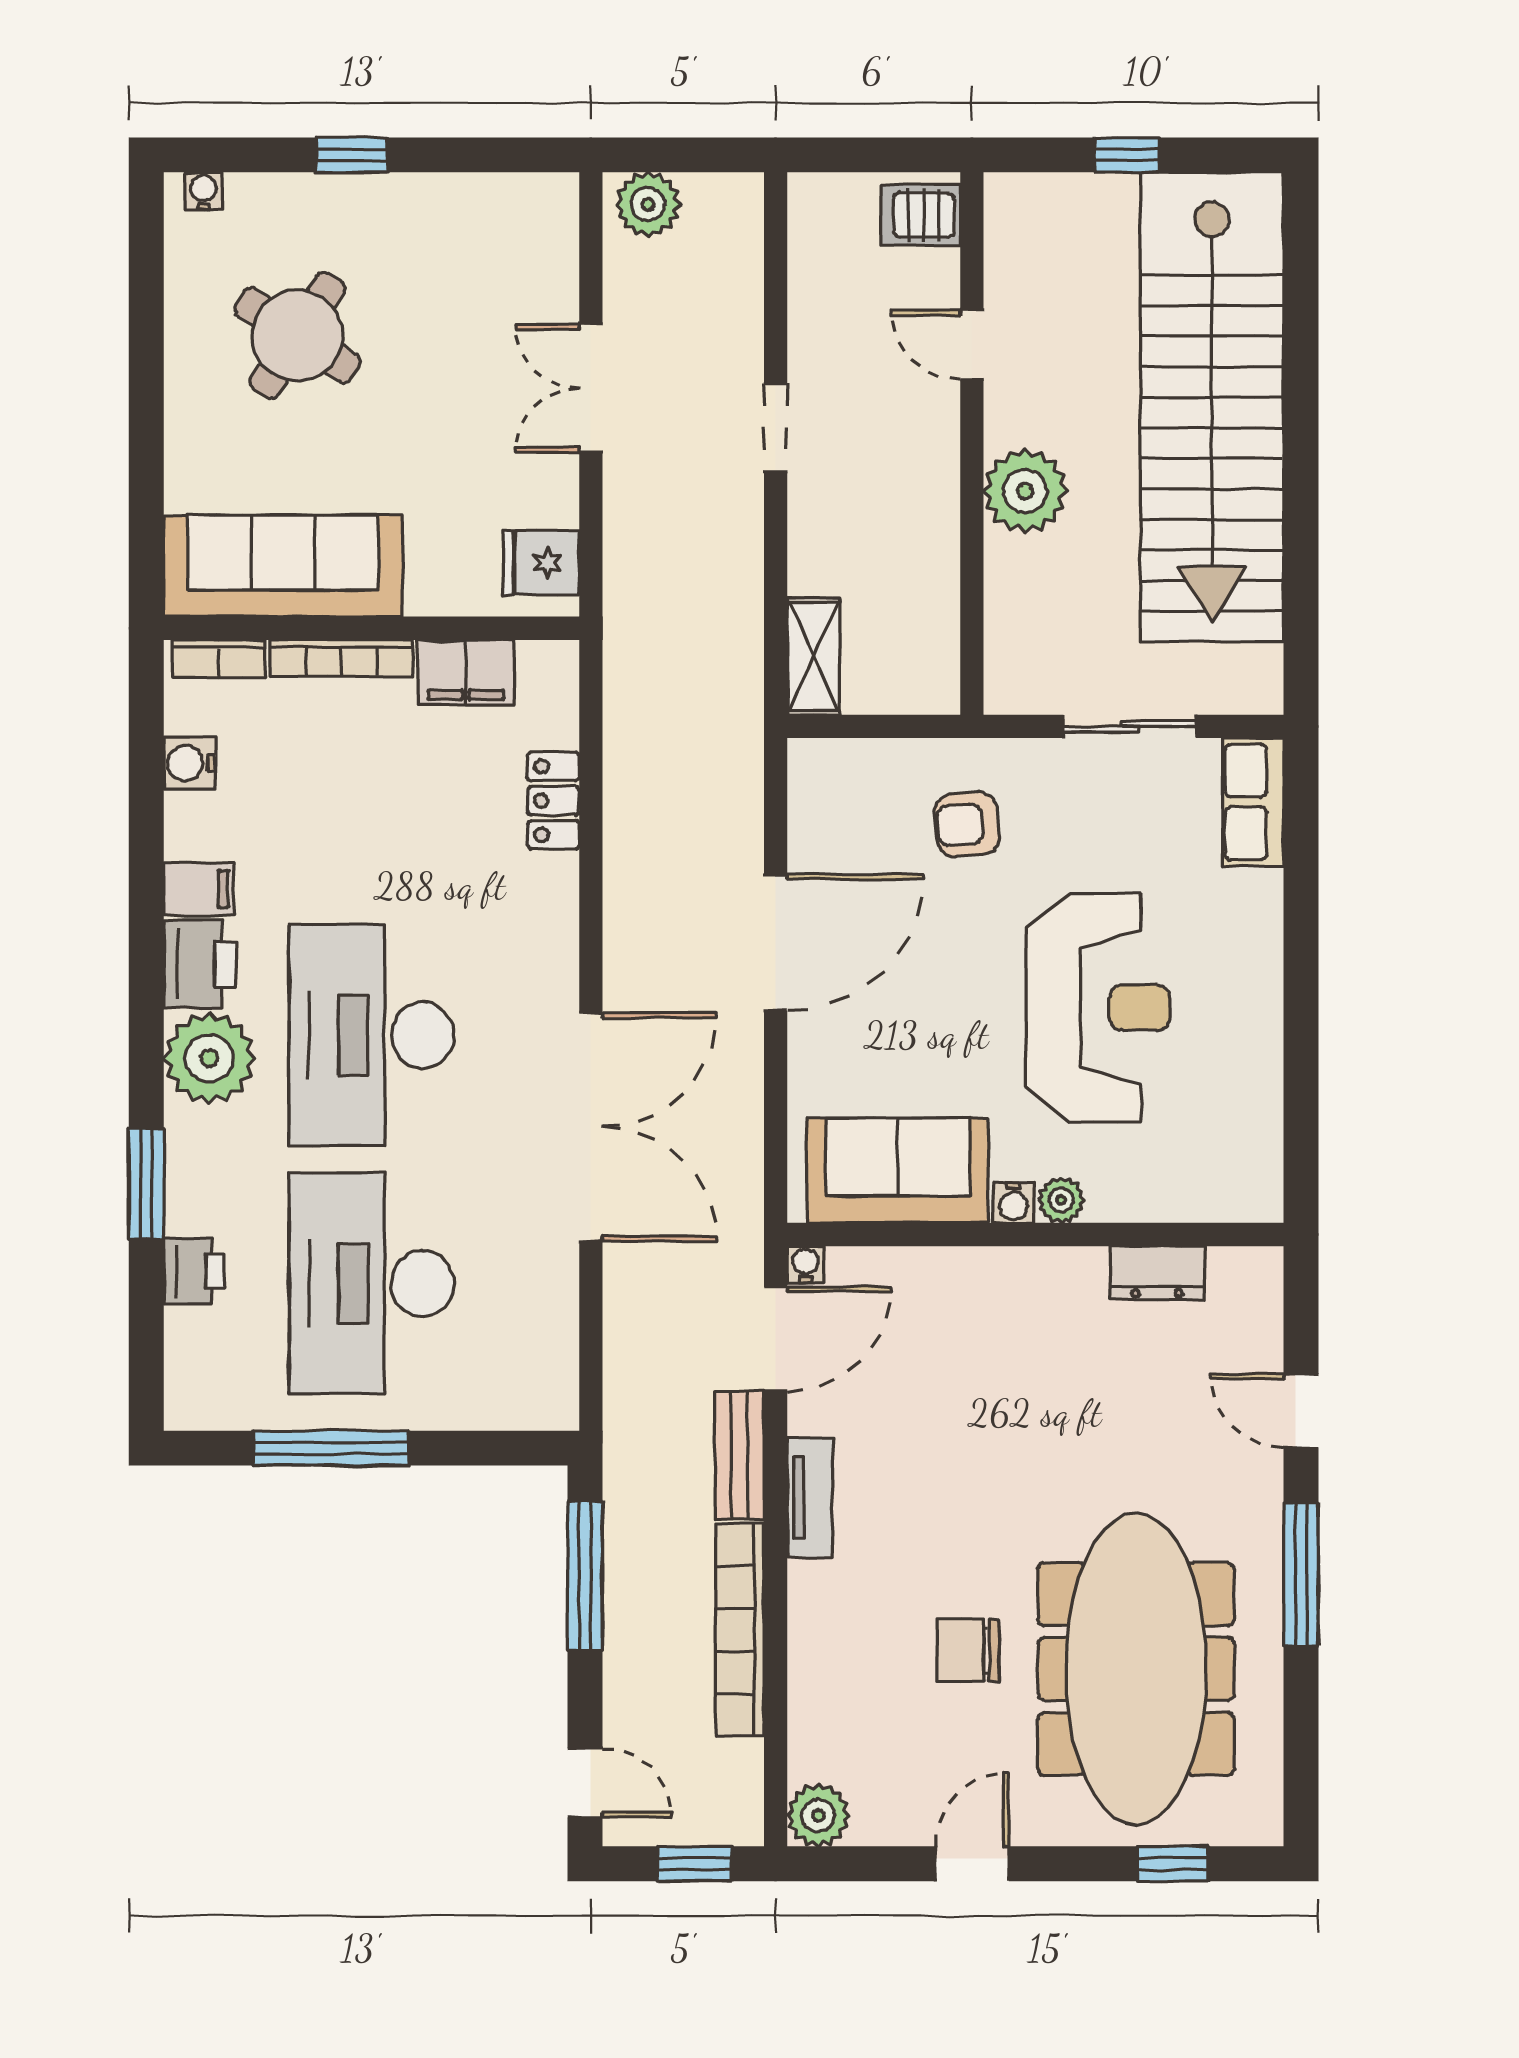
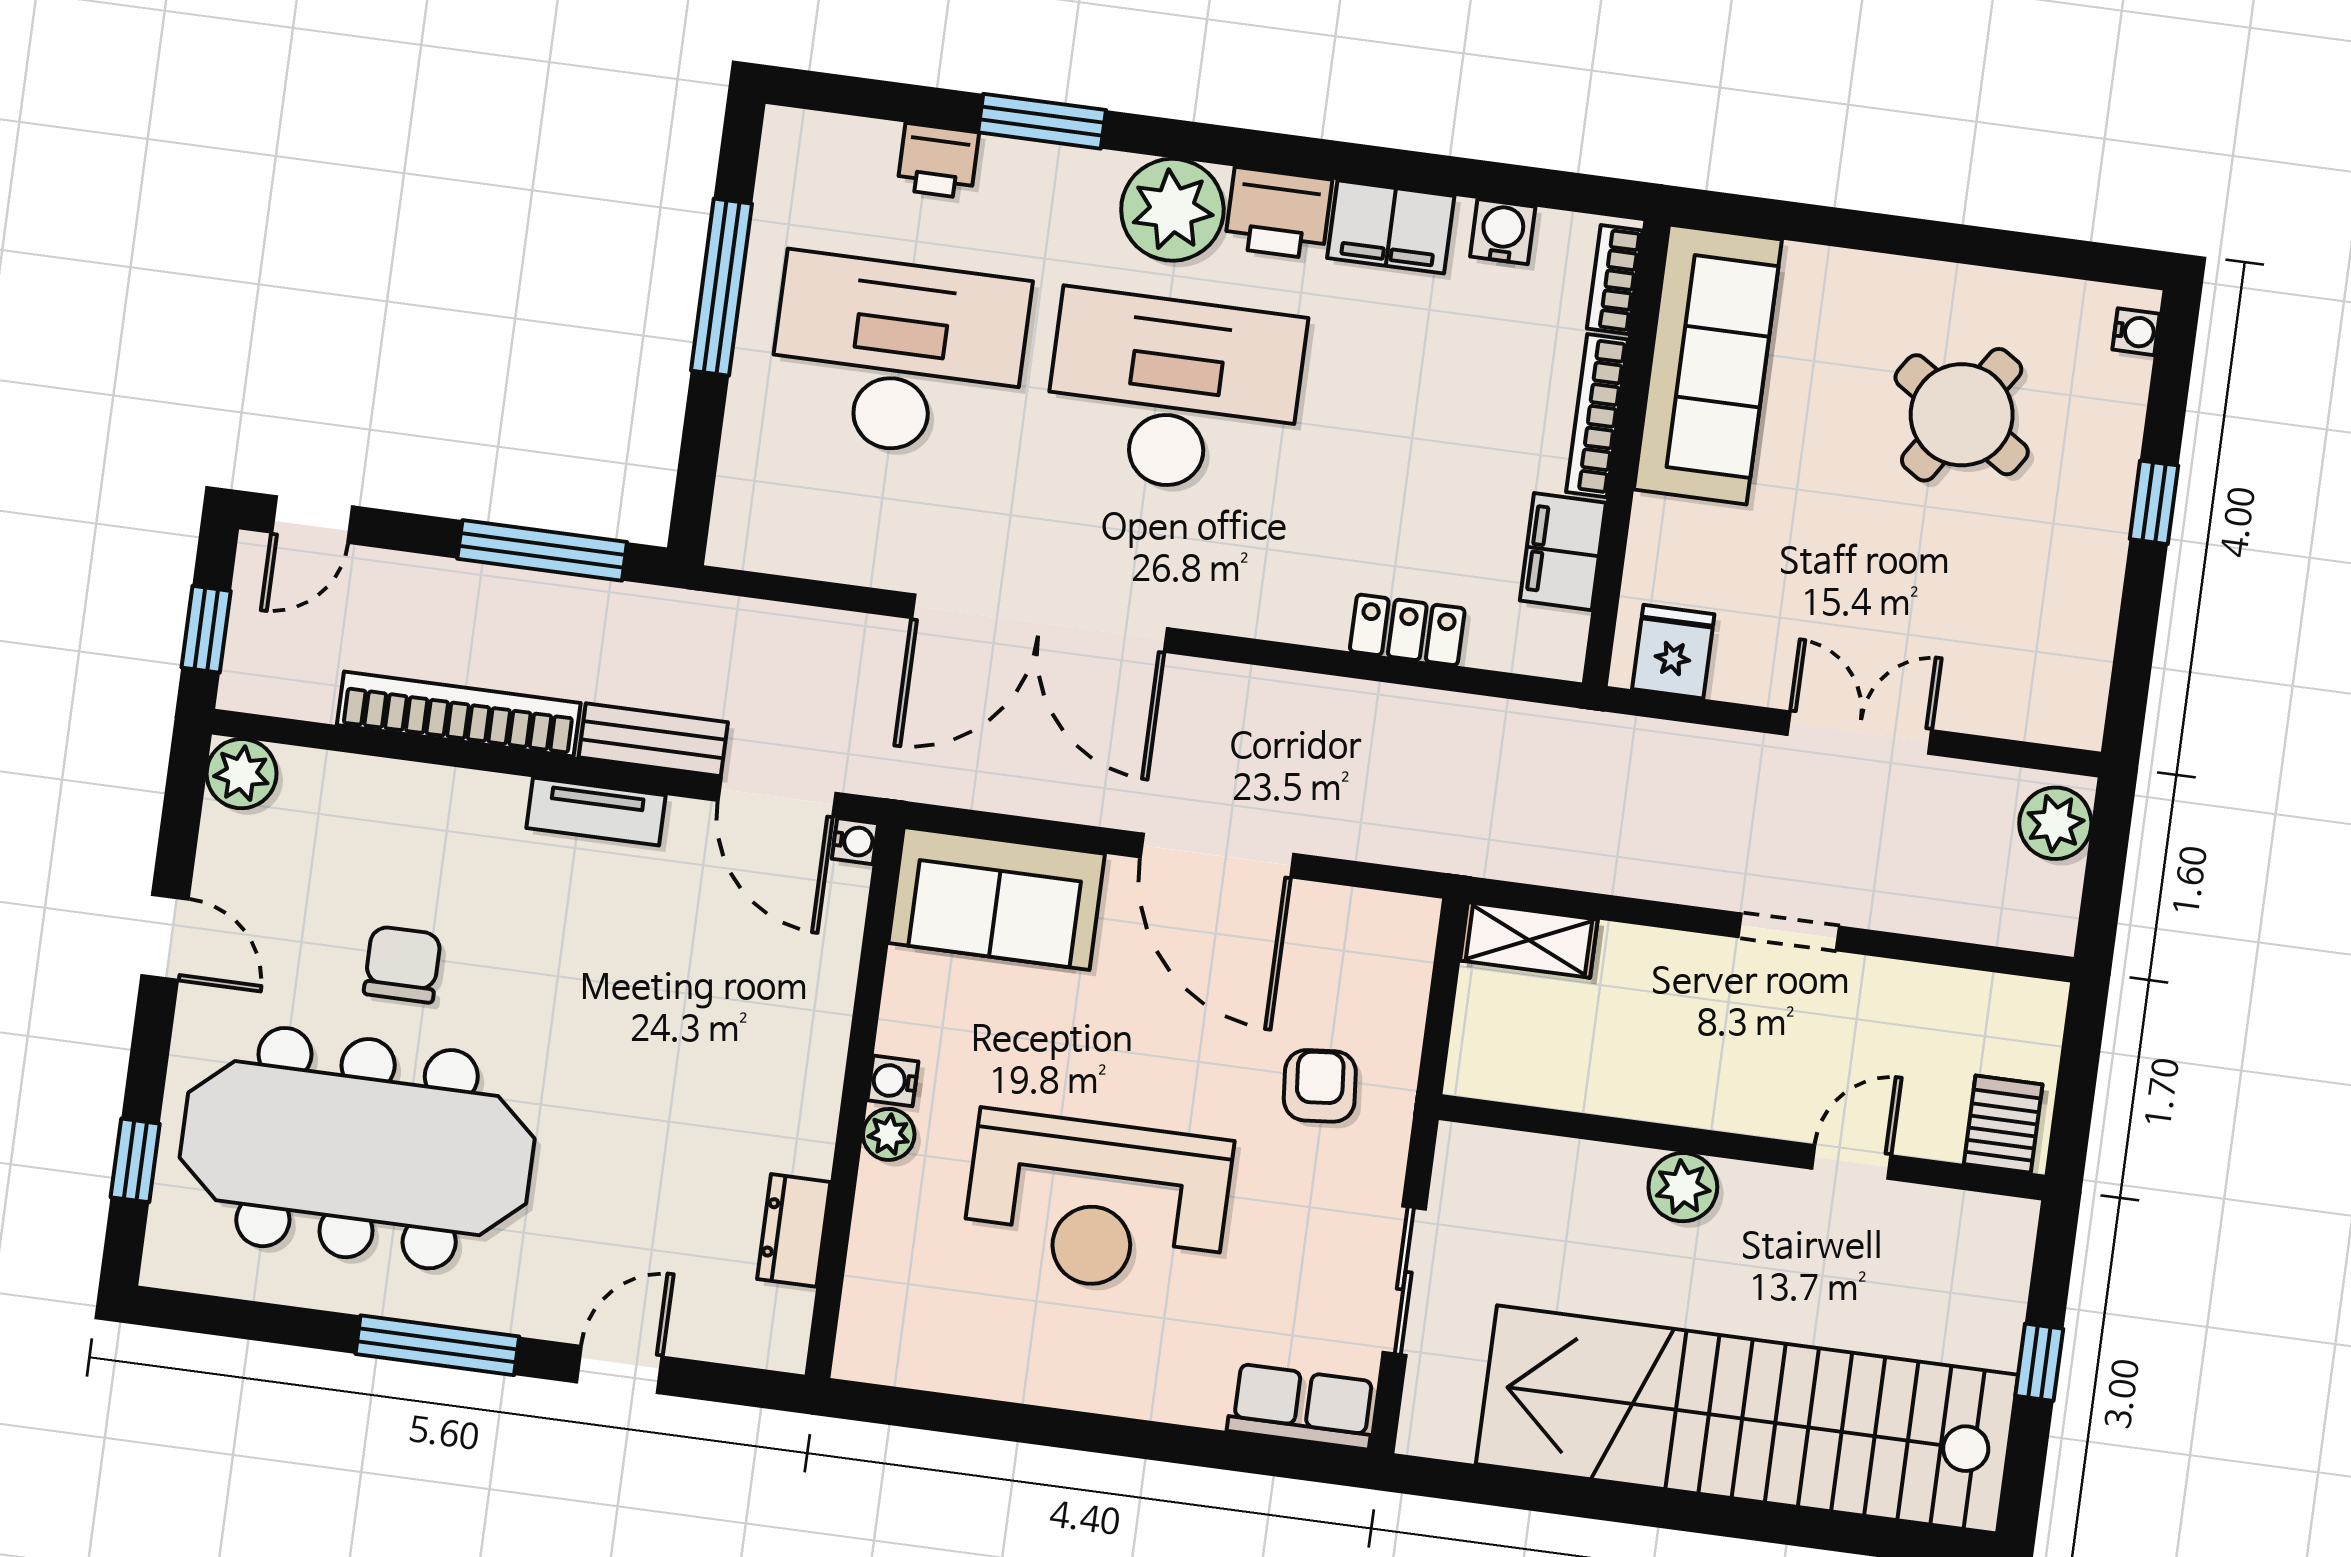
plant: (1025, 491) -> (1683, 1187), width x0.73, depth x0.73
filing cabinet: (199, 889) -> (1391, 227), width x2.00
sofa: (898, 1171) -> (997, 898), moved, turned 90

